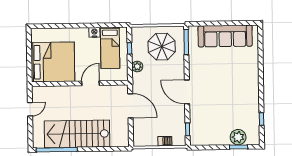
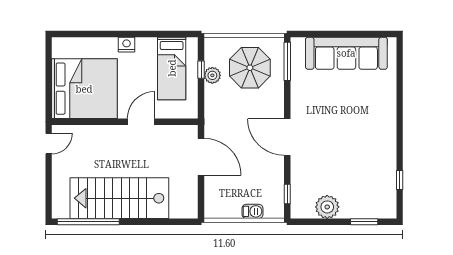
nightstand: (94, 32) -> (127, 45), moved
plant: (137, 66) -> (212, 75), moved
door: (30, 109) -> (49, 144), moved
plant: (238, 137) -> (327, 207), moved

